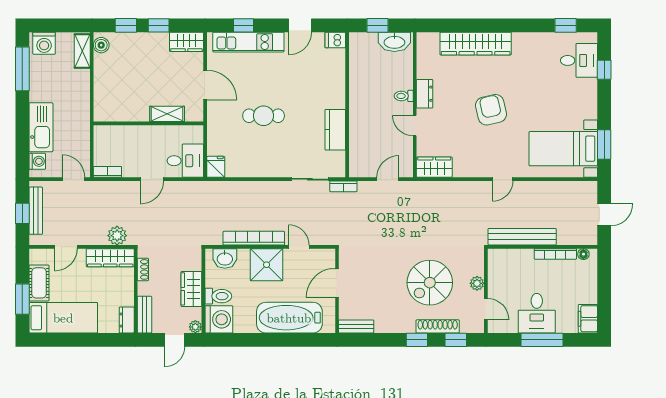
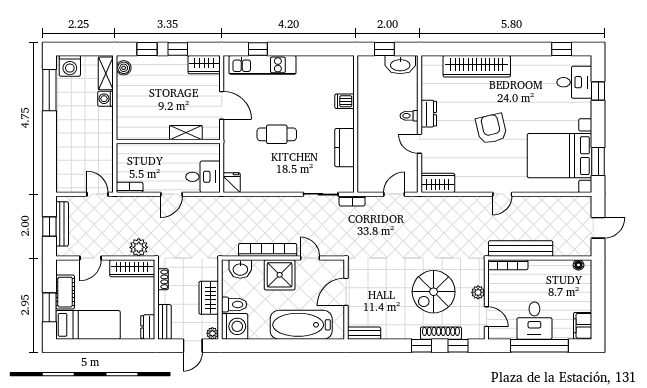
door: (300, 25) -> (311, 49), removed
dishwasher: (335, 40) -> (344, 101), moved
kitchen sink: (41, 127) -> (67, 145), removed
bed with nightstands: (563, 149) -> (559, 156), width x1.36
washing machine: (37, 161) -> (106, 99), moved, turned 180
bookcase: (555, 254) -> (508, 265), moved
window: (542, 340) -> (539, 346), width x1.46

